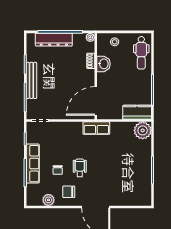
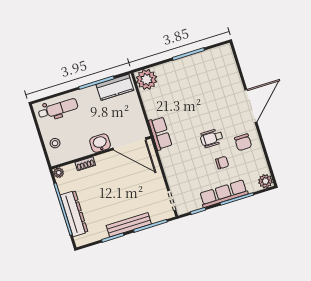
washbasin: (103, 64) -> (100, 143), moved
kitchen counter: (137, 112) -> (115, 87), moved, turned -90
plant: (48, 200) -> (265, 181), moved

